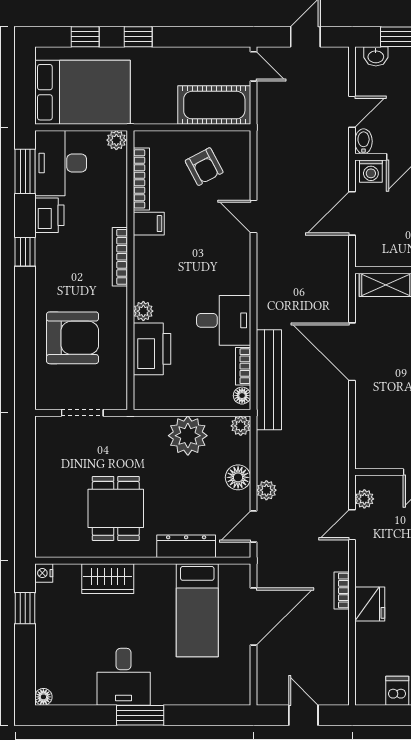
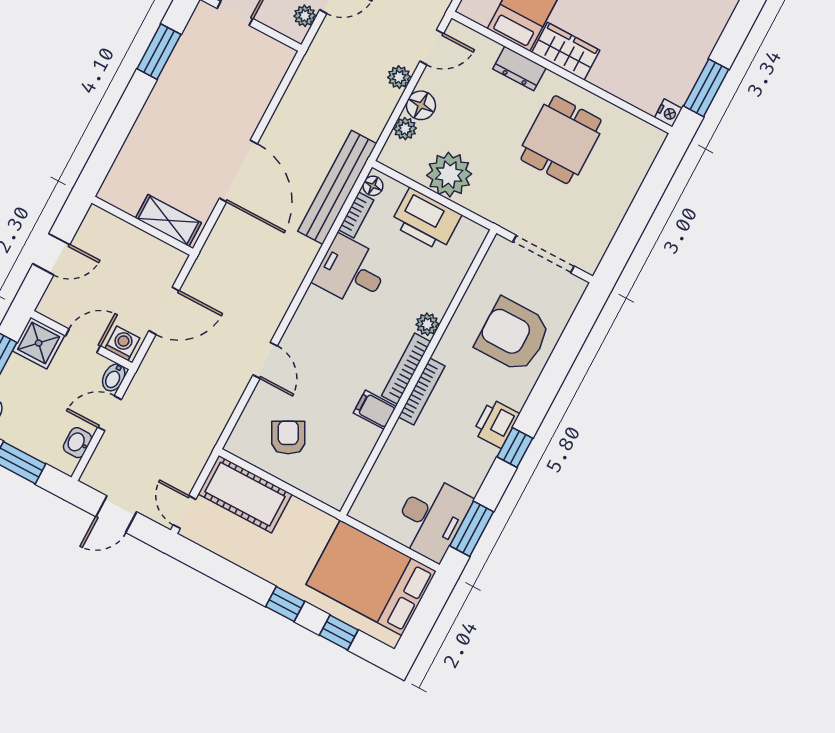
washbasin: (376, 56) -> (77, 443), moved, turned -90
plant: (116, 140) -> (363, 511), removed
bookcase: (141, 179) -> (406, 369), moved
printer: (49, 215) -> (496, 424), moved
printer: (152, 349) -> (426, 220), moved, turned -90
doorway: (82, 413) -> (544, 254), width x1.38
plant: (241, 426) -> (405, 129), moved
dresser: (186, 546) -> (519, 68), width x0.70
wardrobe: (108, 579) -> (566, 51), moved
window: (25, 608) -> (706, 88), width x1.50

